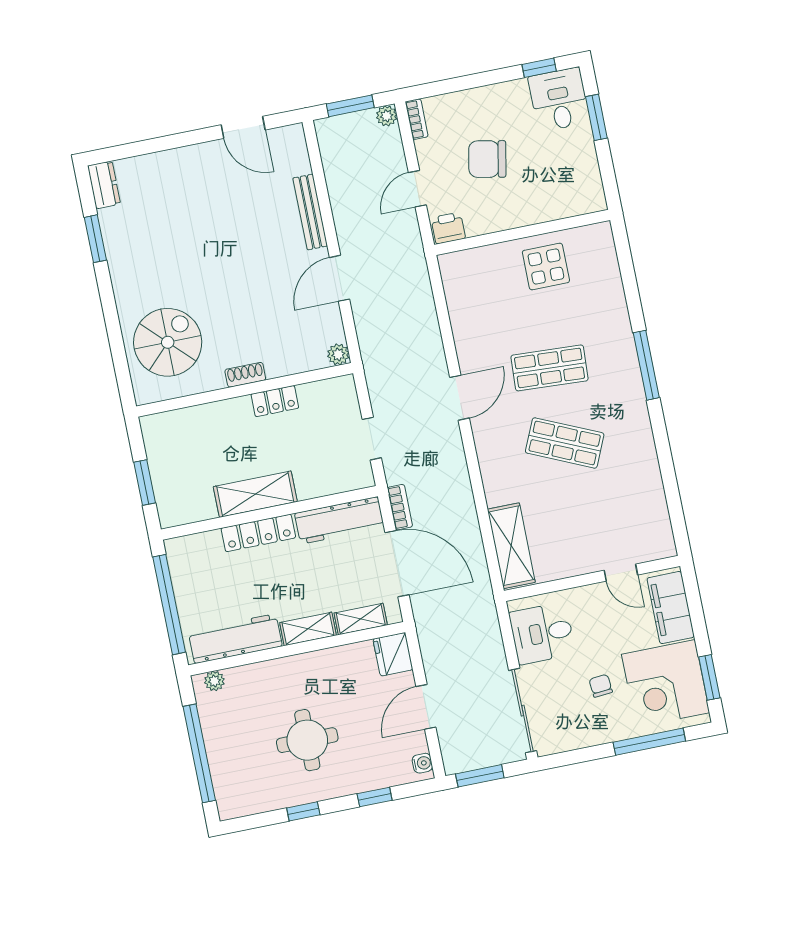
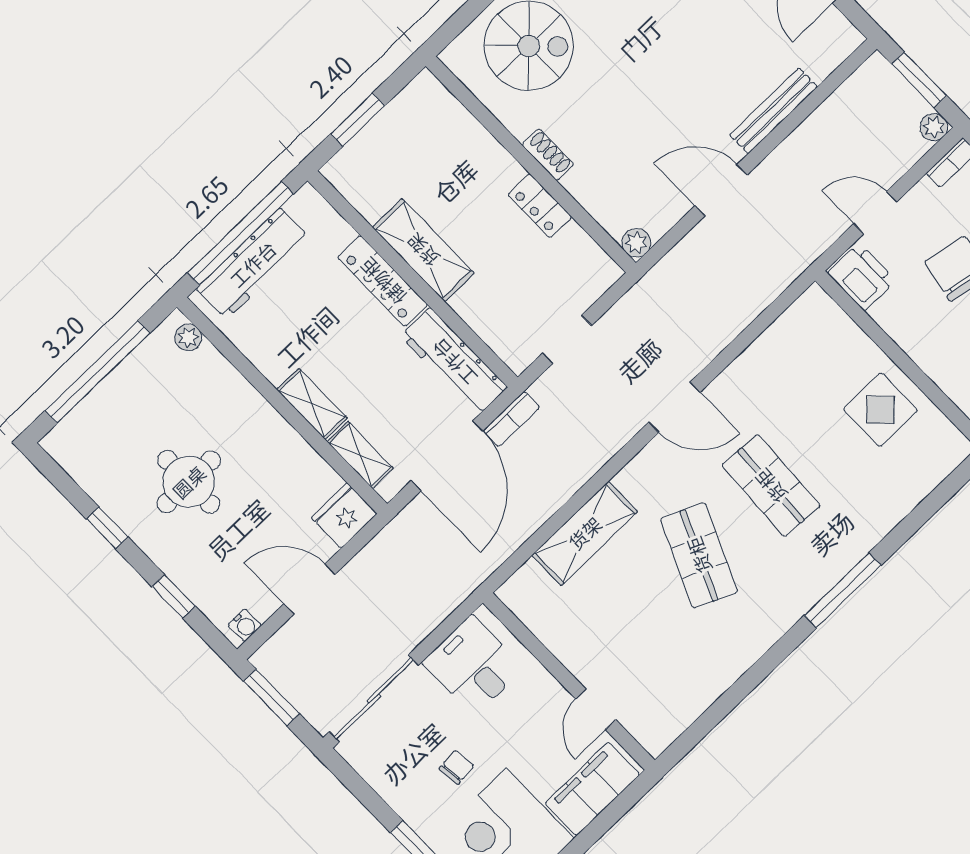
printer: (448, 228) -> (862, 277), width x1.36, depth x1.24
shelving: (511, 546) -> (585, 533), moved
workbench: (235, 639) -> (253, 264), moved, turned 90

